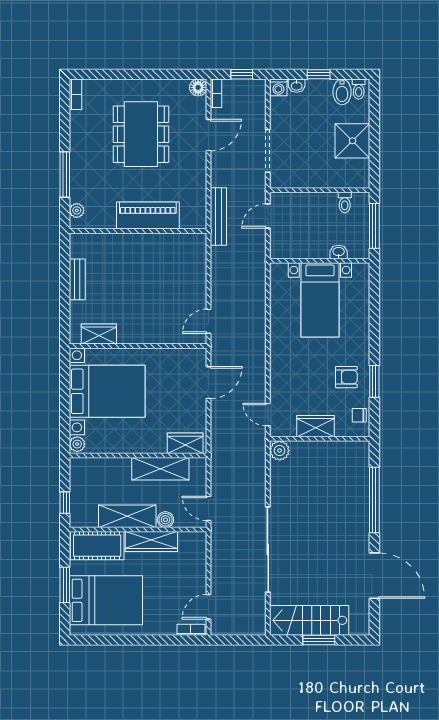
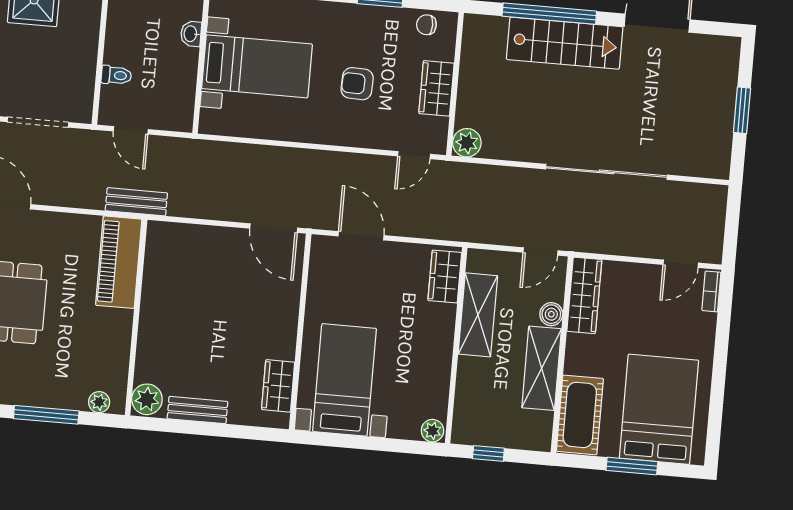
toilet: (345, 202) -> (116, 75), moved
piano: (148, 216) -> (119, 262), moved
bench: (218, 216) -> (136, 202), width x0.73
plant: (82, 244) -> (147, 399), added
door: (208, 321) -> (274, 228), width x1.38
armchair: (346, 377) -> (357, 84), moved, turned -88
bed with nightstands: (107, 391) -> (344, 380), width x0.73
chair: (359, 415) -> (426, 25), turned 90
window: (65, 503) -> (488, 453), moved
wardrobe: (151, 541) -> (584, 295), moved
door: (208, 607) -> (681, 264), hinge flipped
stairs: (309, 620) -> (565, 43), moved, turned -90

